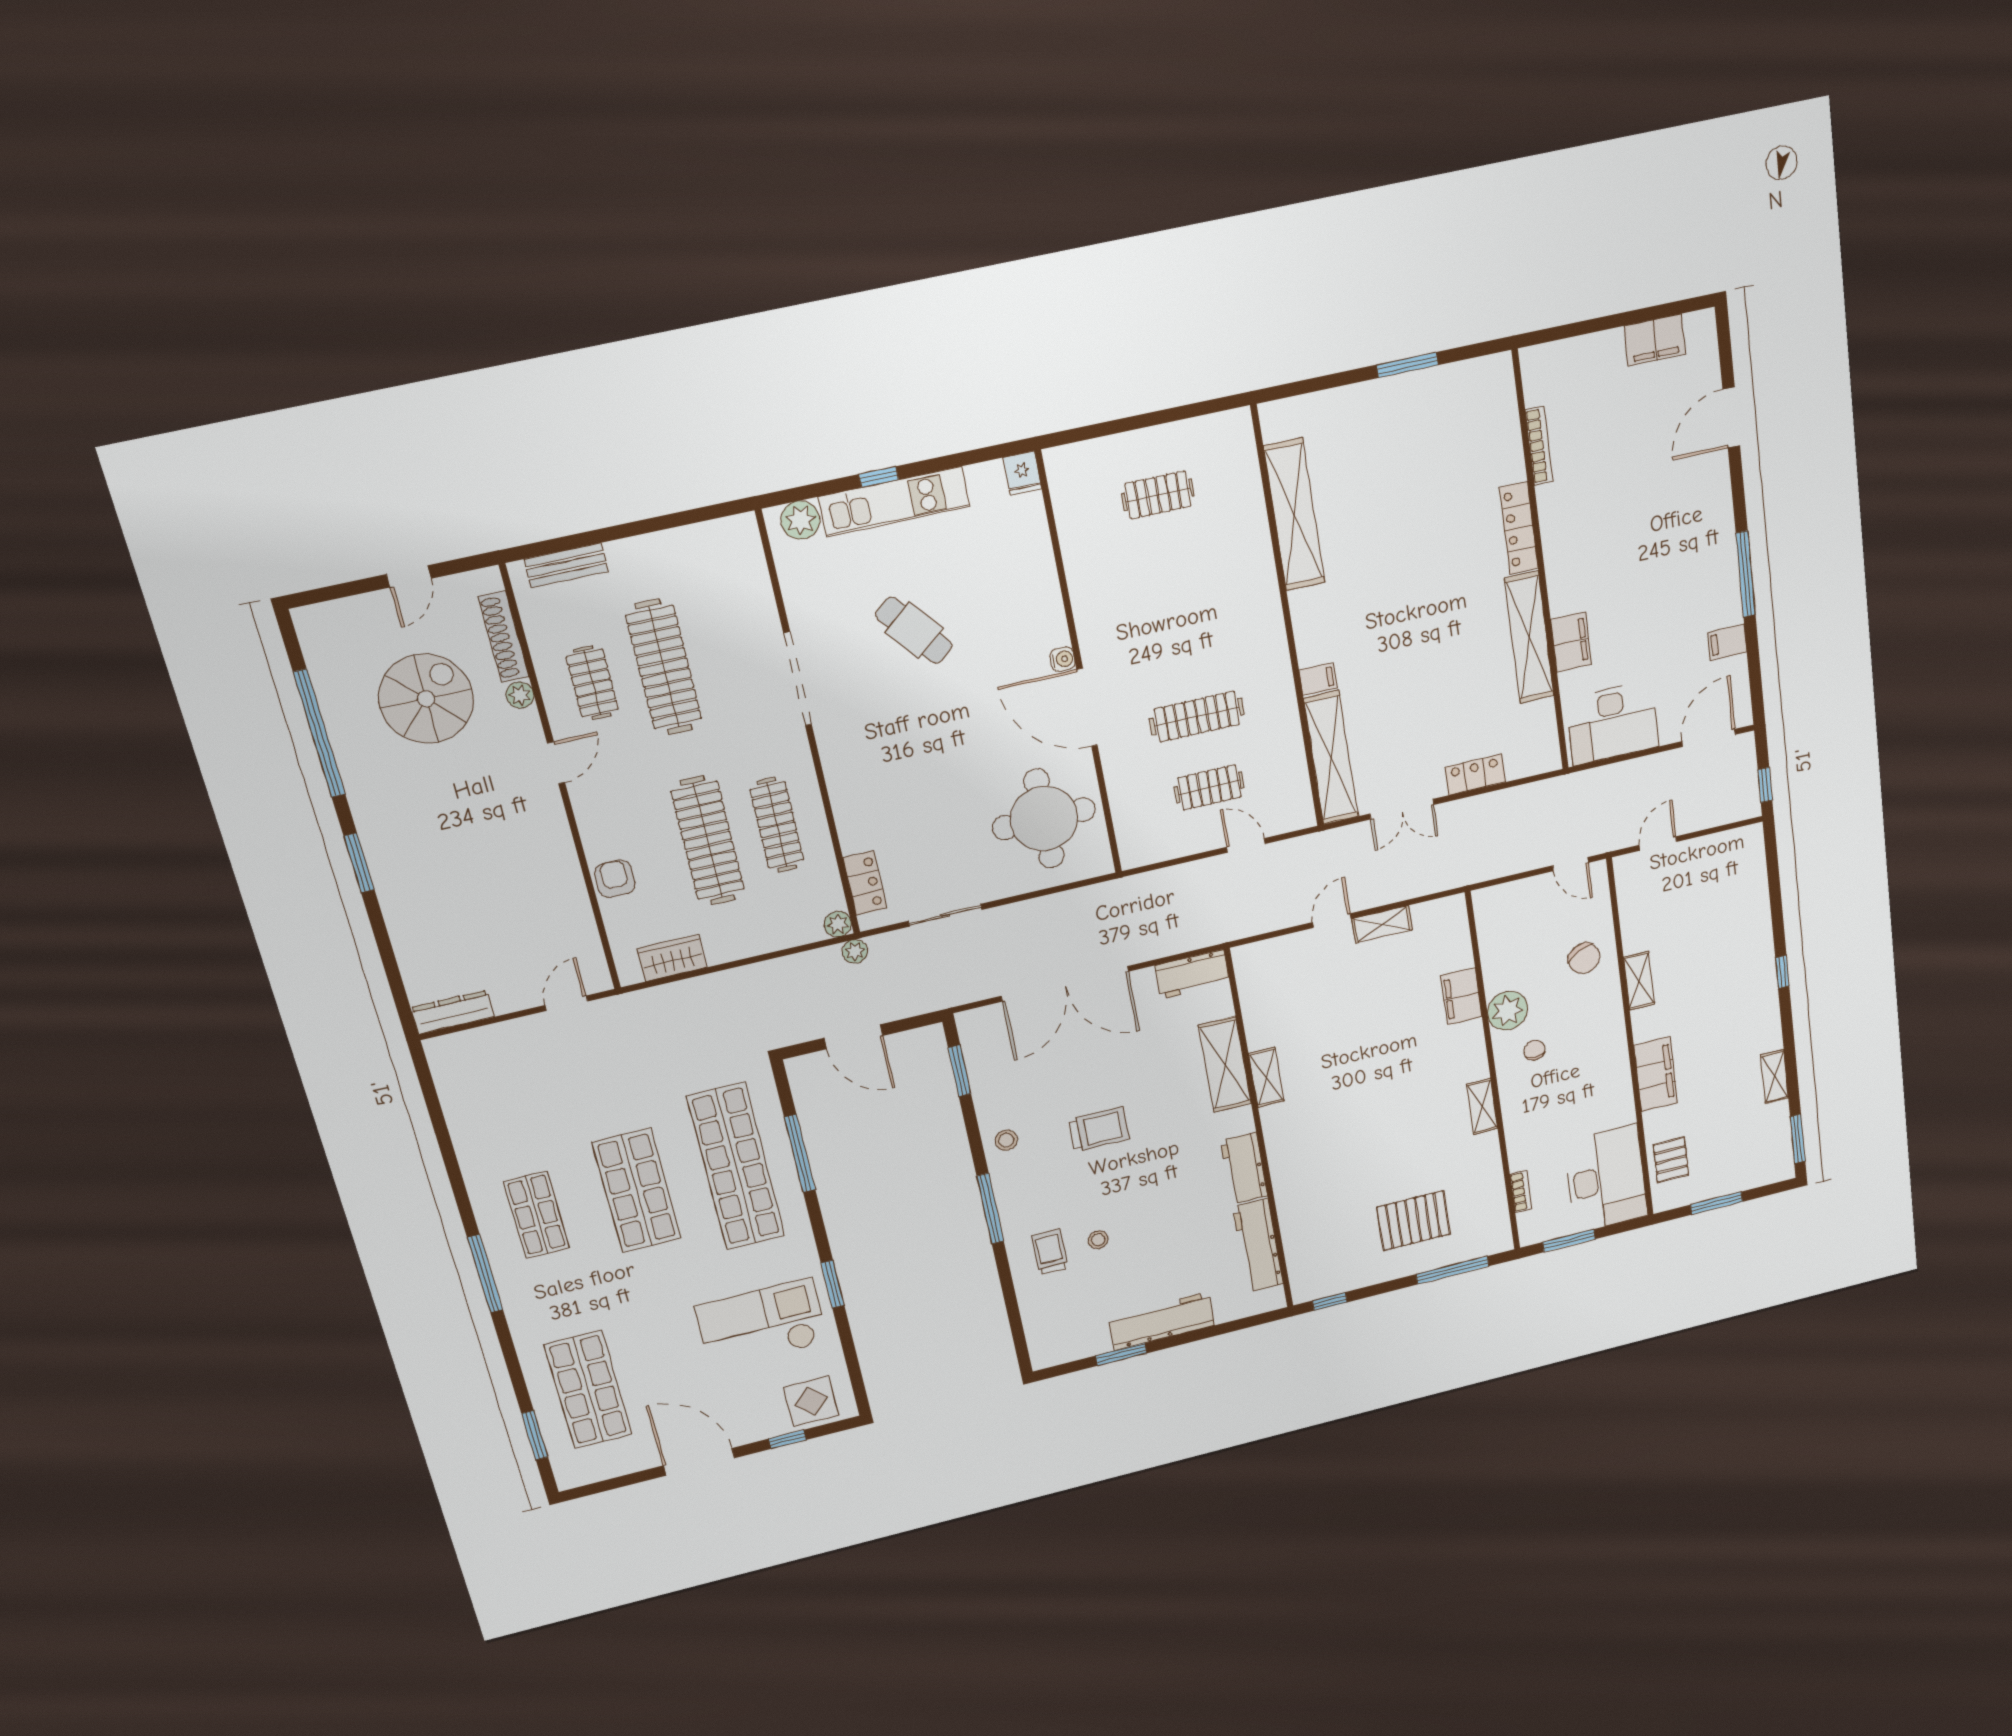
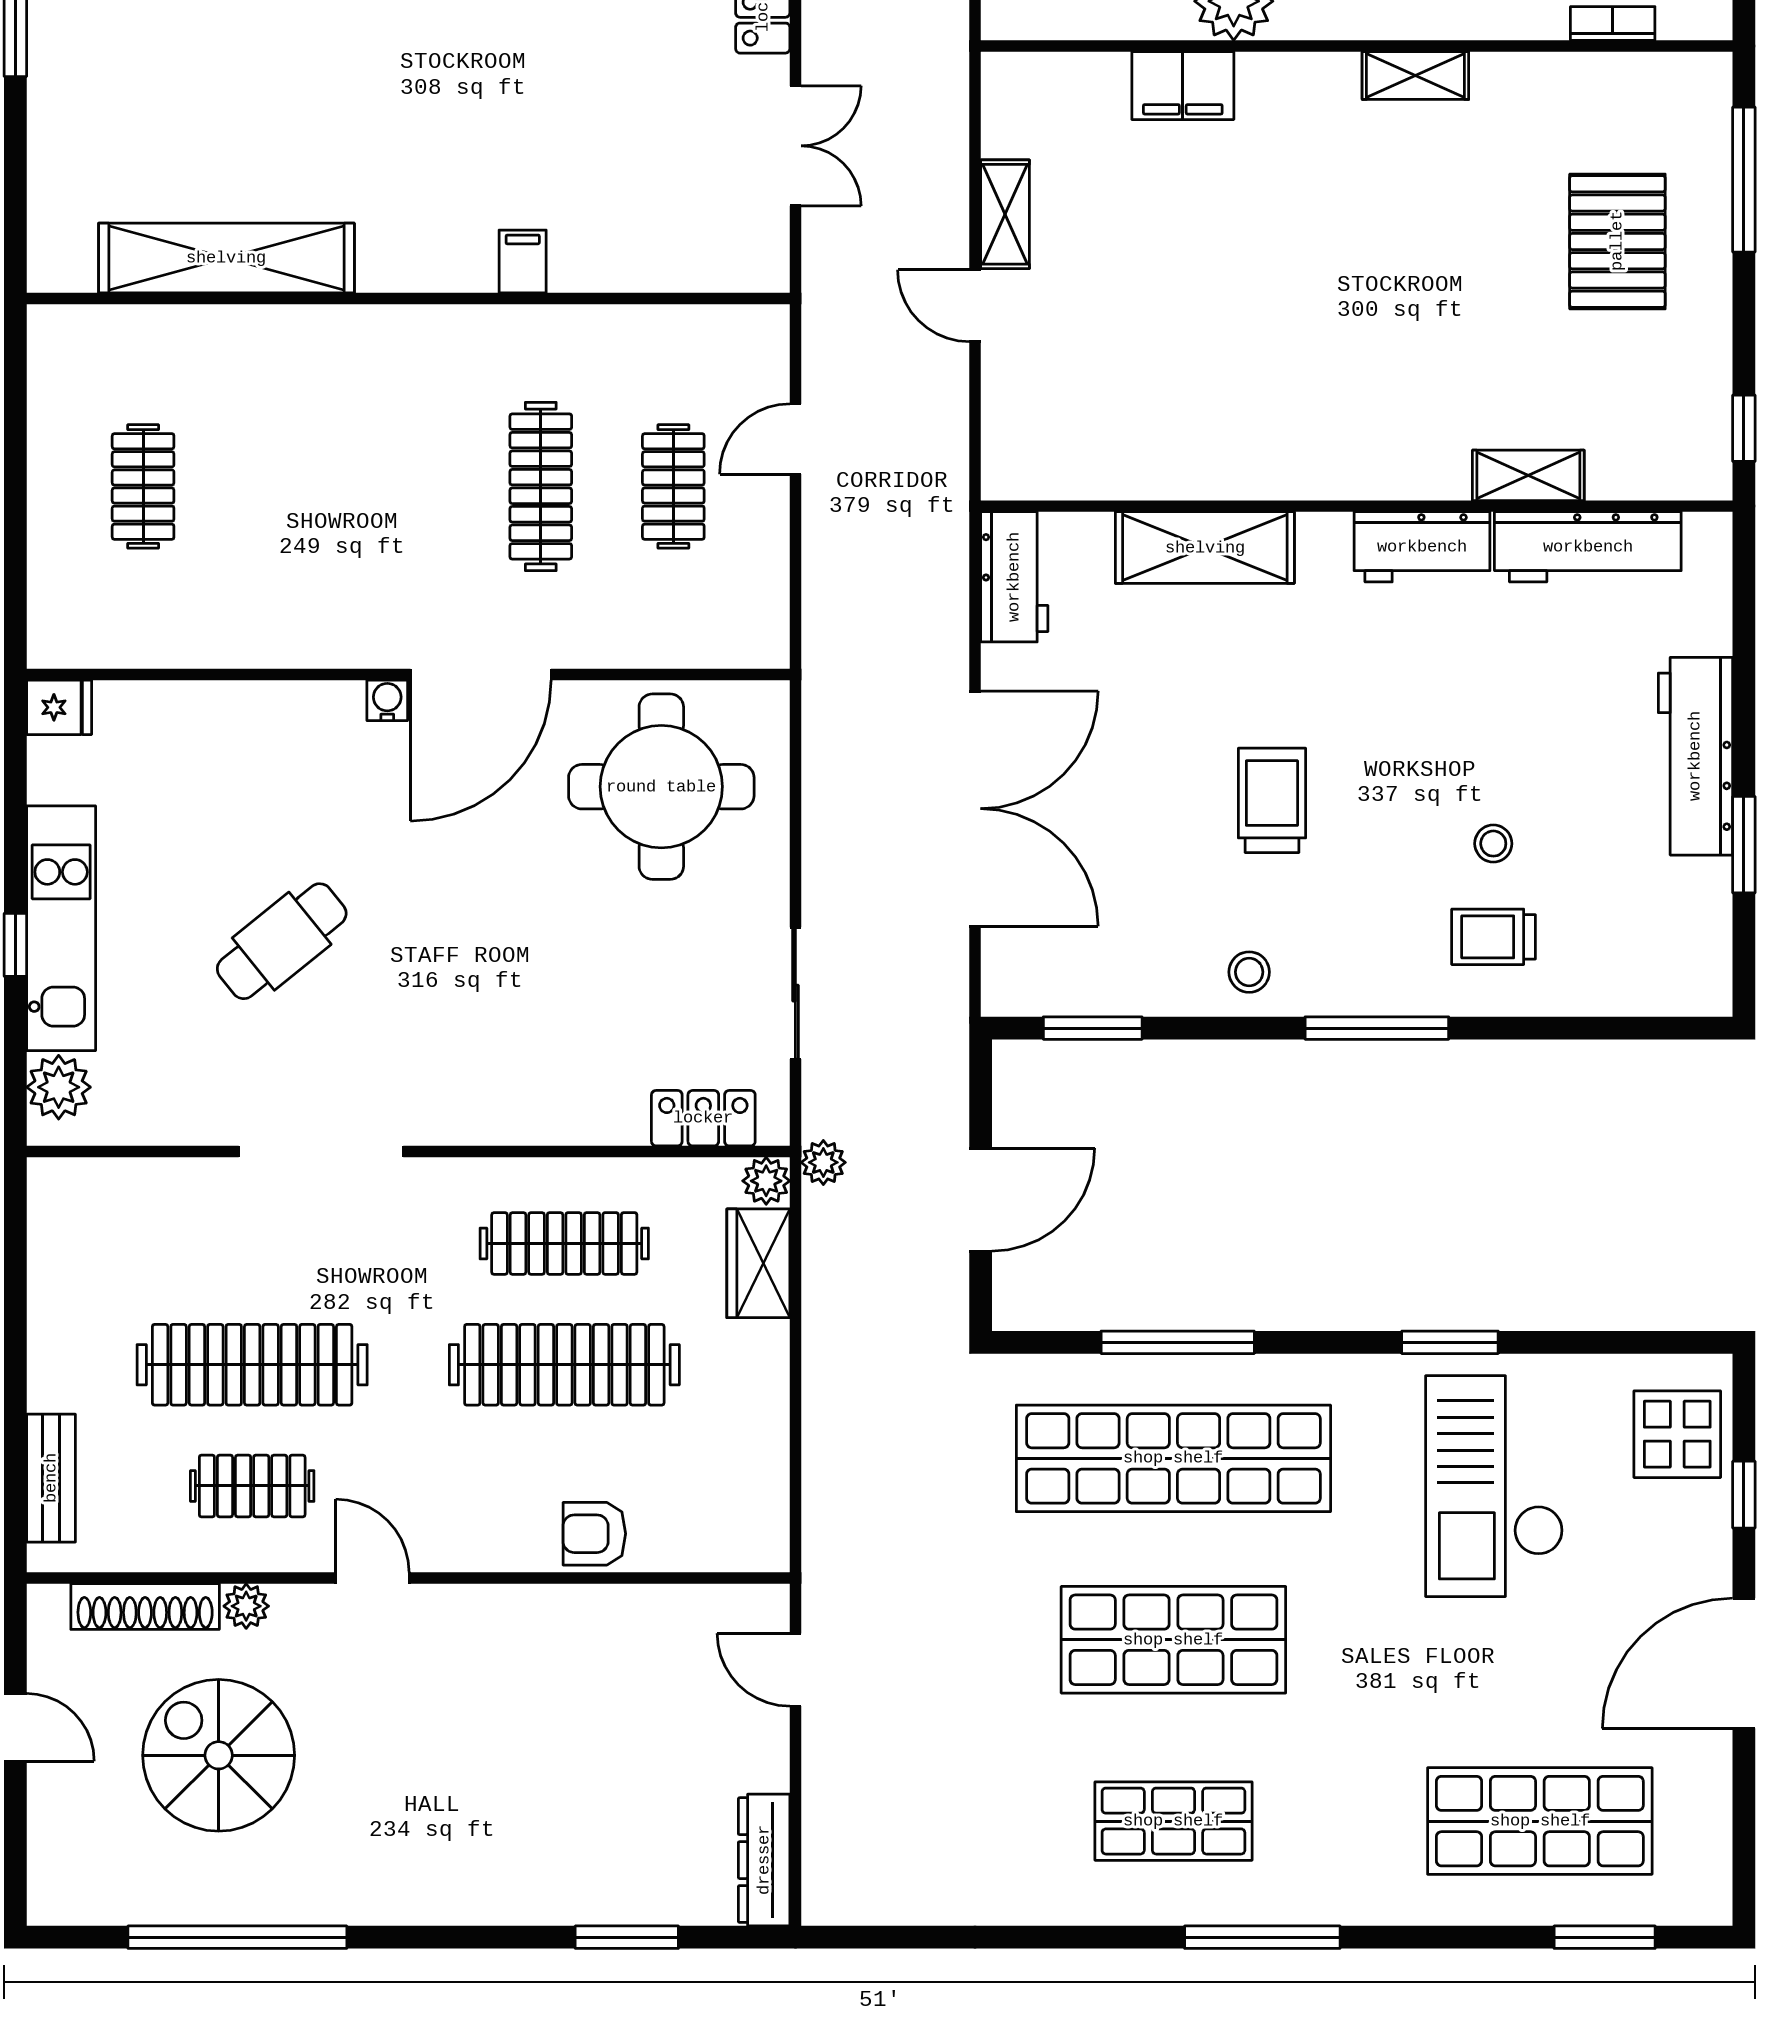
shelving: (1331, 758) -> (670, 260), removed
window: (359, 863) -> (627, 1937), moved
wardrobe: (672, 958) -> (758, 1263), moved
shelving: (1266, 1077) -> (1528, 475), moved

